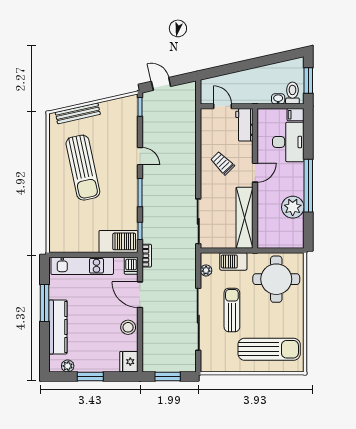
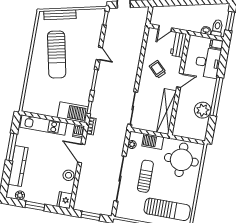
door: (222, 106) -> (165, 28), swing flipped

